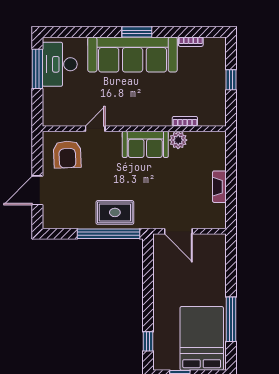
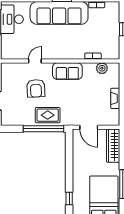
plant: (178, 140) -> (102, 68), moved
armchair: (67, 154) -> (36, 88), moved
wardrobe: (216, 260) -> (113, 146), added

